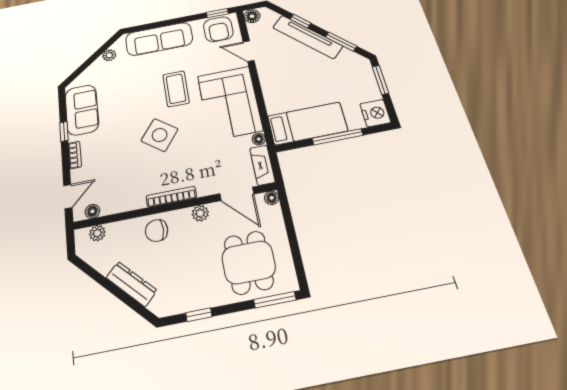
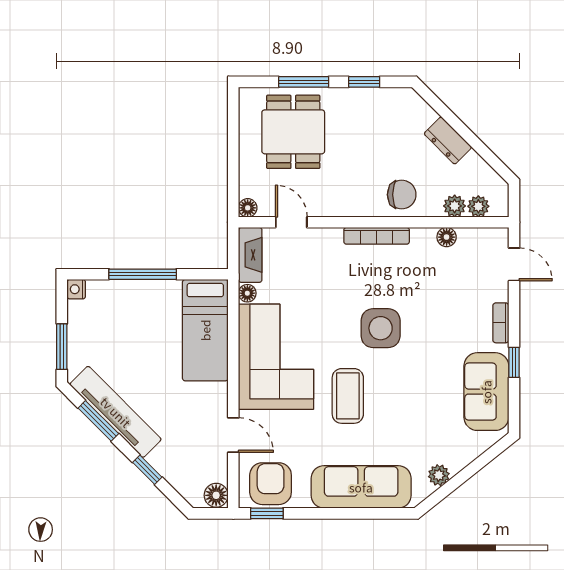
tv unit: (307, 37) -> (116, 412), moved
nightstand: (375, 113) -> (76, 289), width x0.53, depth x0.56
bed: (307, 123) -> (205, 330), moved, turned -90
side table: (160, 135) -> (381, 328), turned -37
door: (237, 194) -> (291, 222), width x0.73
door: (68, 196) -> (514, 264), swing flipped
floor lamp: (92, 211) -> (447, 237), moved
plant: (200, 213) -> (455, 206), moved
dresser: (131, 284) -> (448, 140), width x0.70
window: (275, 300) -> (304, 82), moved

